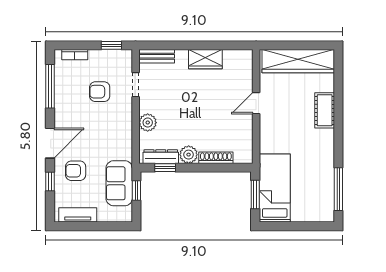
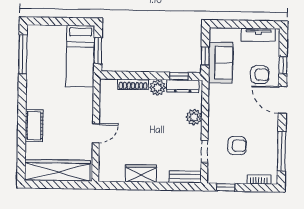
door: (50, 143) -> (282, 100), hinge flipped

